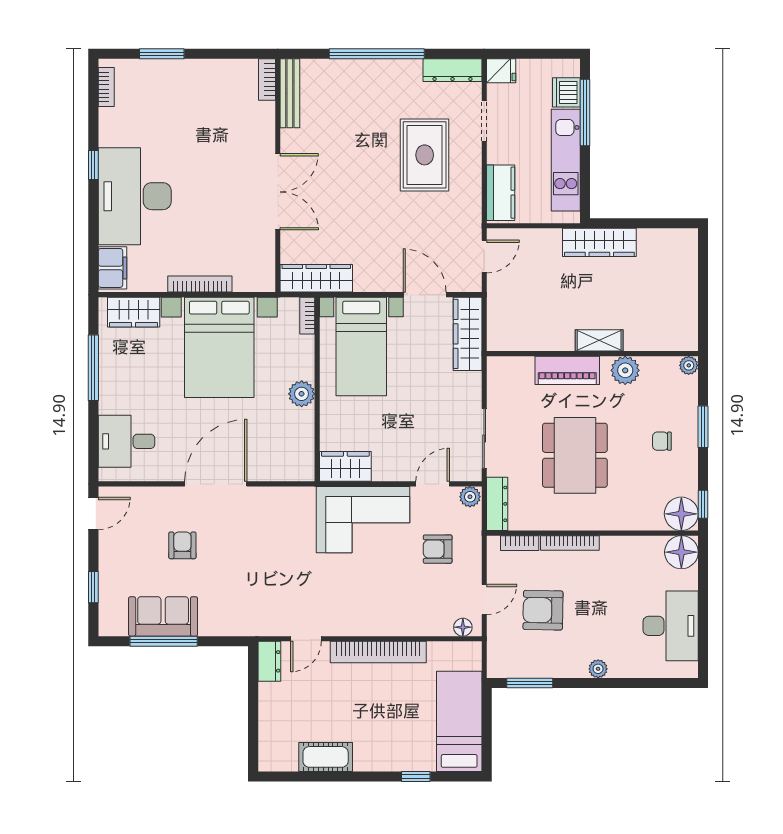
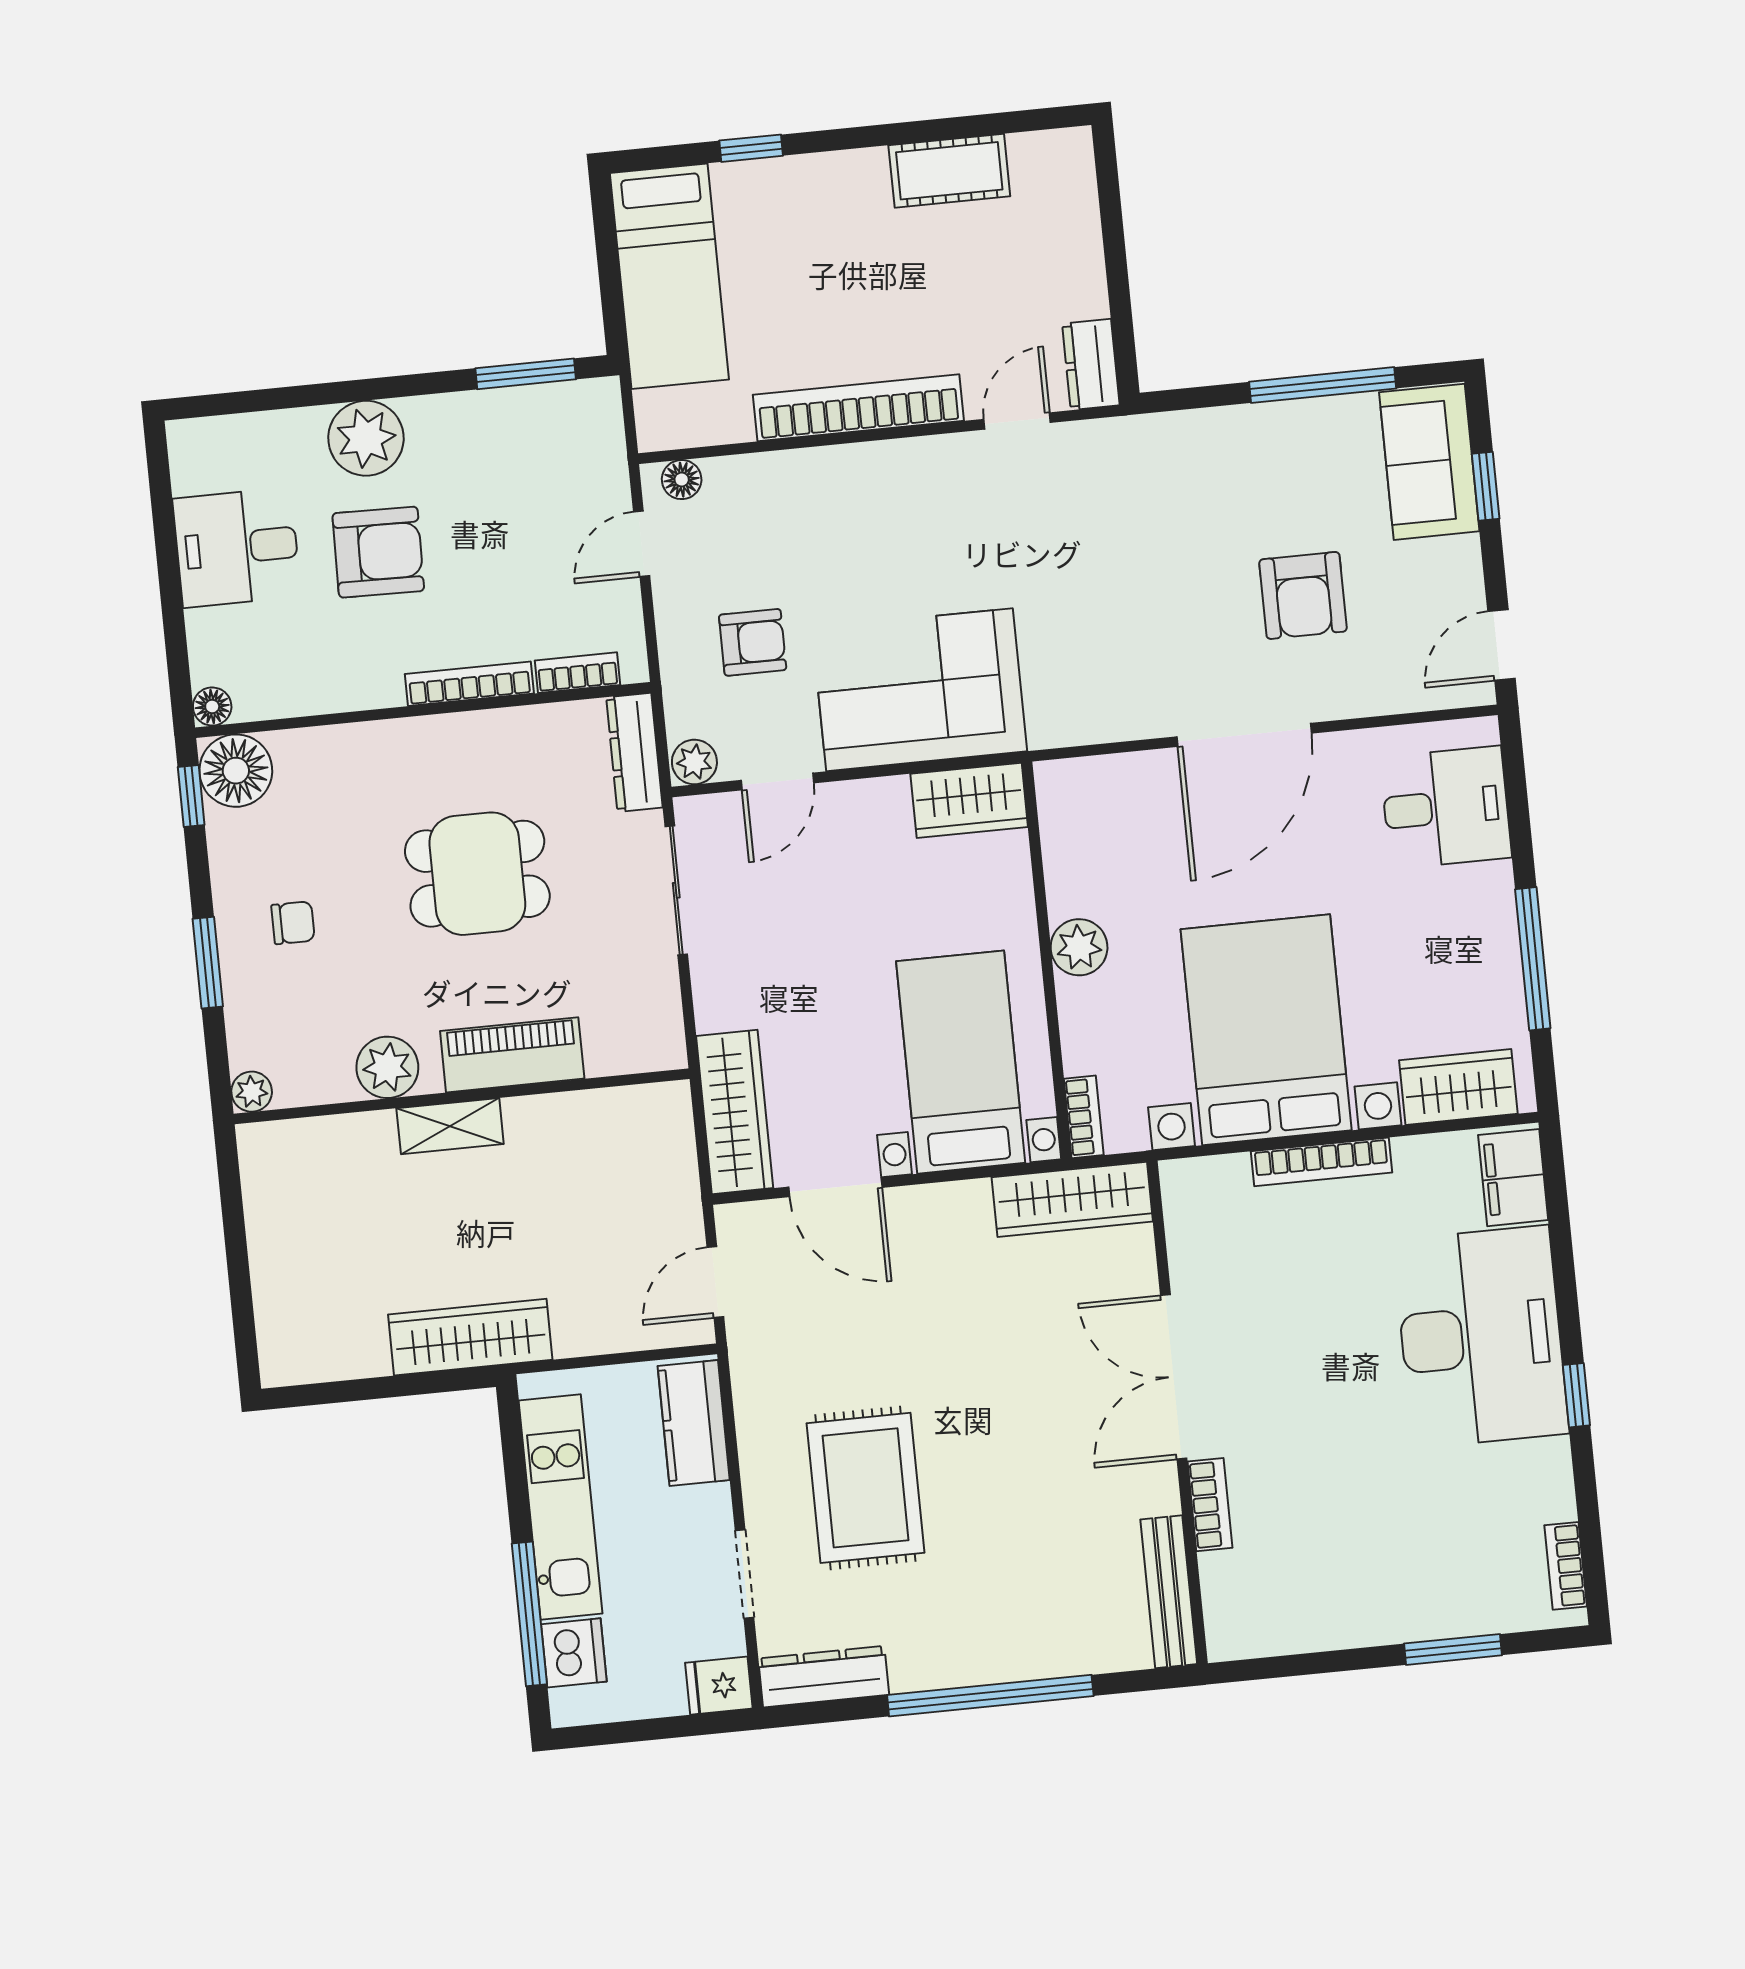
bookcase: (267, 79) -> (1210, 1505), moved
dining table: (575, 455) -> (477, 874), width x0.73
armchair: (182, 545) -> (1303, 595), width x1.38, depth x1.38
floor lamp: (681, 552) -> (212, 707), width x0.53, depth x0.53
armchair: (543, 610) -> (378, 552), moved
sofa: (163, 616) -> (1429, 462), moved, turned 90
desk: (671, 626) -> (237, 548), width x0.73
plant: (598, 669) -> (366, 438), width x1.87, depth x1.87

